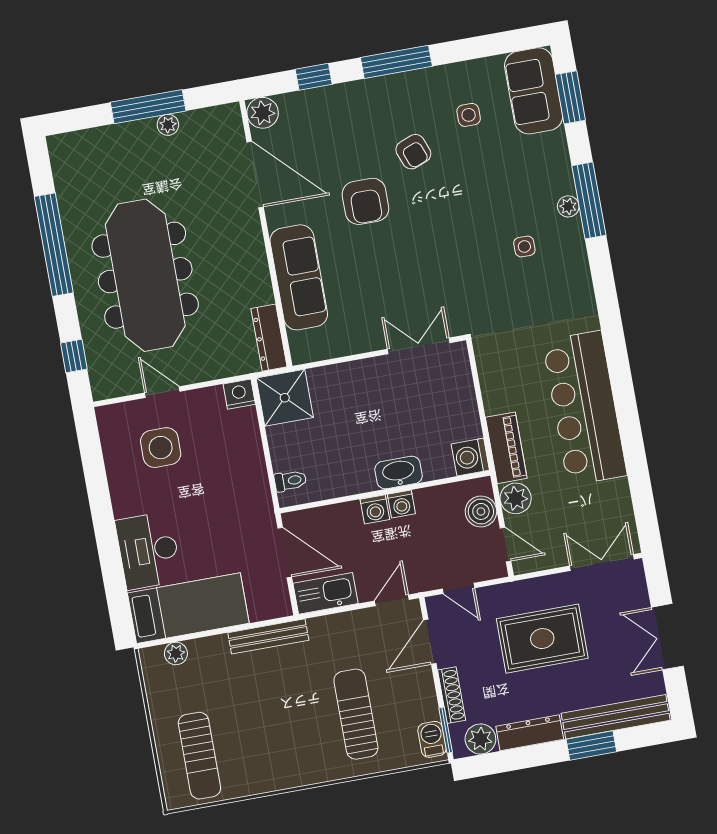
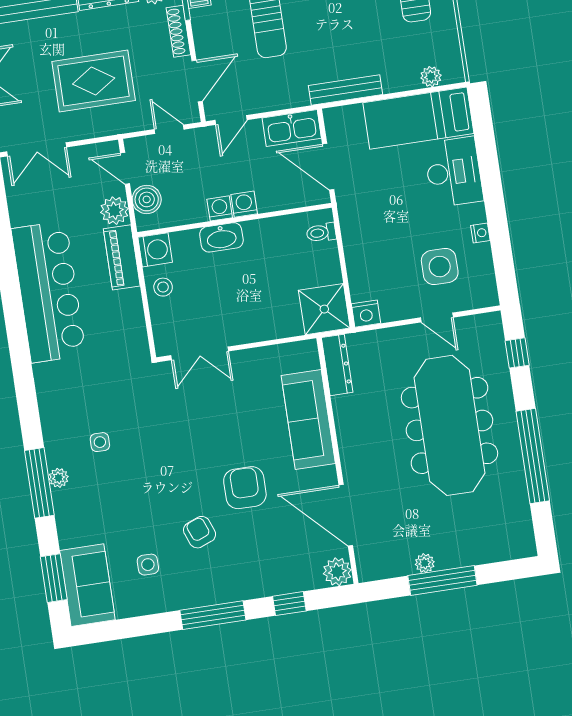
stool: (460, 417) -> (163, 287), added
nightstand: (117, 485) -> (480, 233), added

